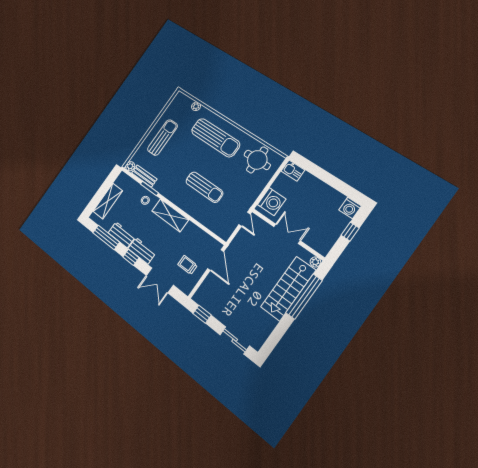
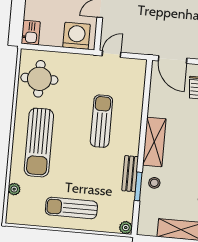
sun lounger: (216, 138) -> (39, 143), turned 180
bench: (144, 176) -> (130, 174), moved
door: (216, 260) -> (173, 59), swing flipped

